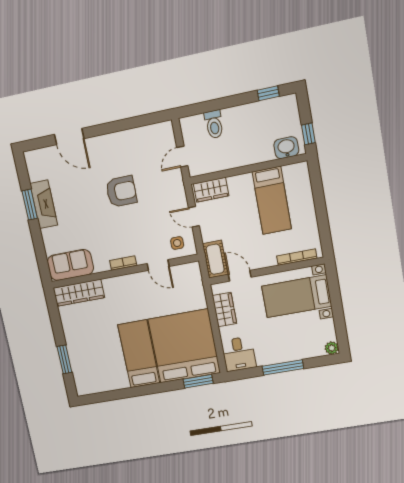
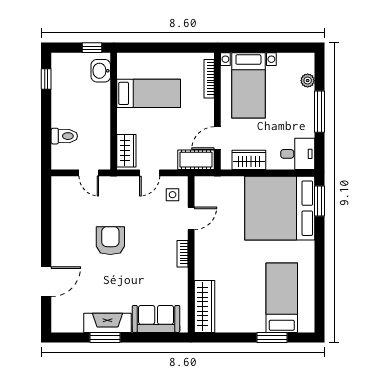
sofa: (70, 265) -> (156, 319), moved, turned 90
plant: (332, 348) -> (308, 81), moved
bed: (139, 354) -> (282, 298), moved, turned 90

